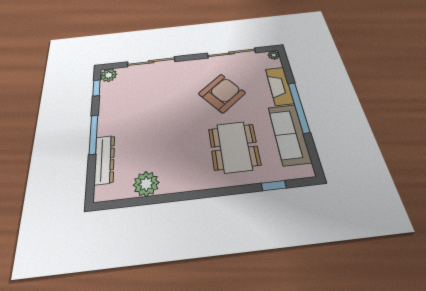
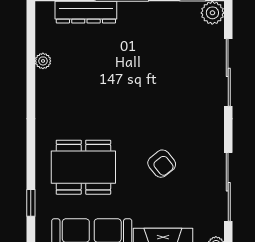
armchair: (222, 93) -> (162, 164), width x0.53, depth x0.53
plant: (146, 184) -> (43, 61), width x0.53, depth x0.53

